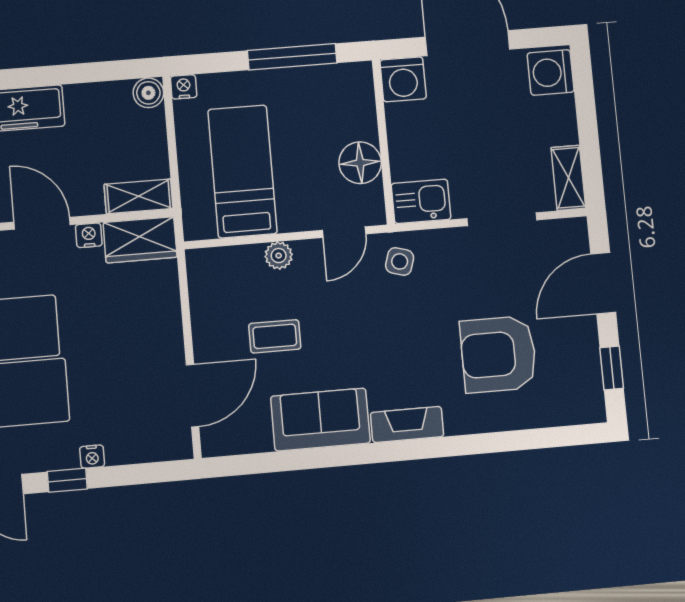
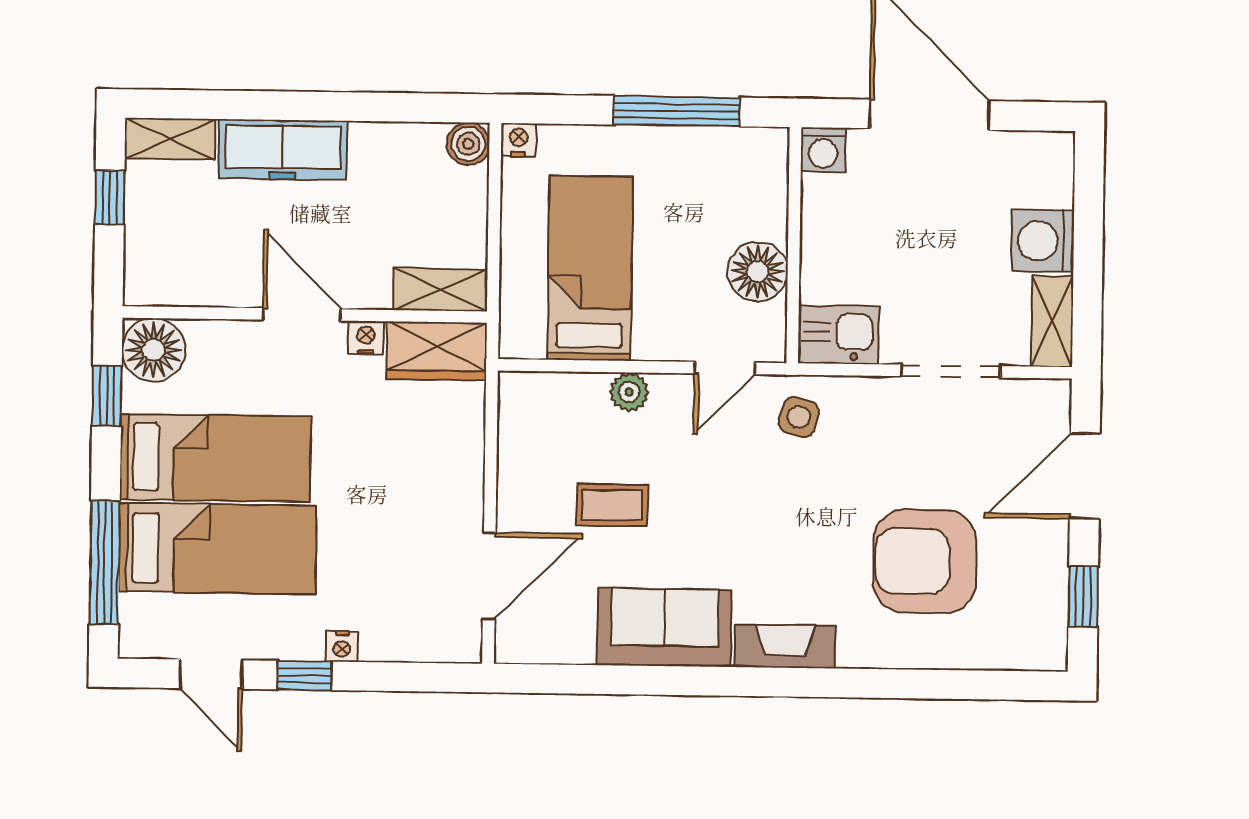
washing machine: (551, 72) -> (1043, 241), moved
washing machine: (403, 79) -> (823, 150), width x0.73, depth x0.73

